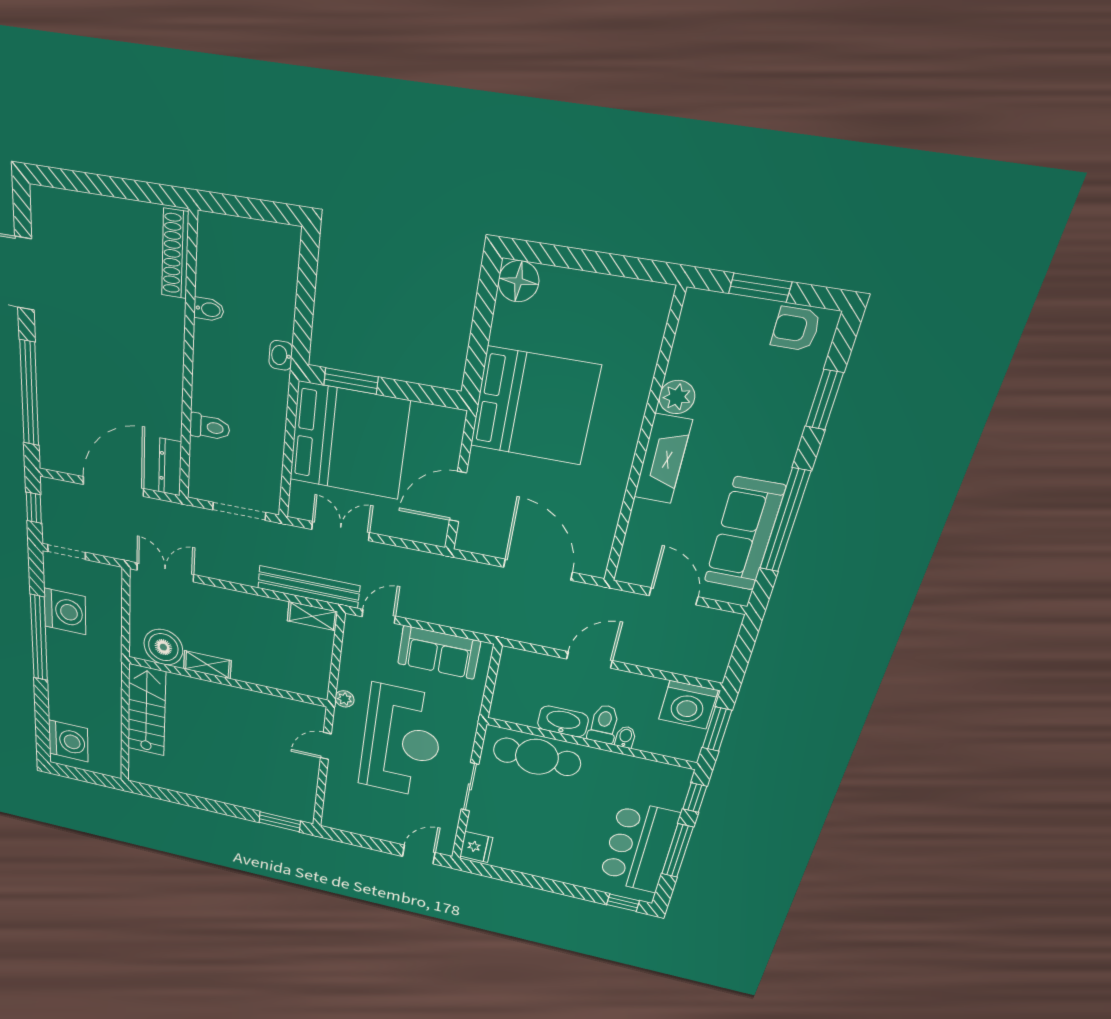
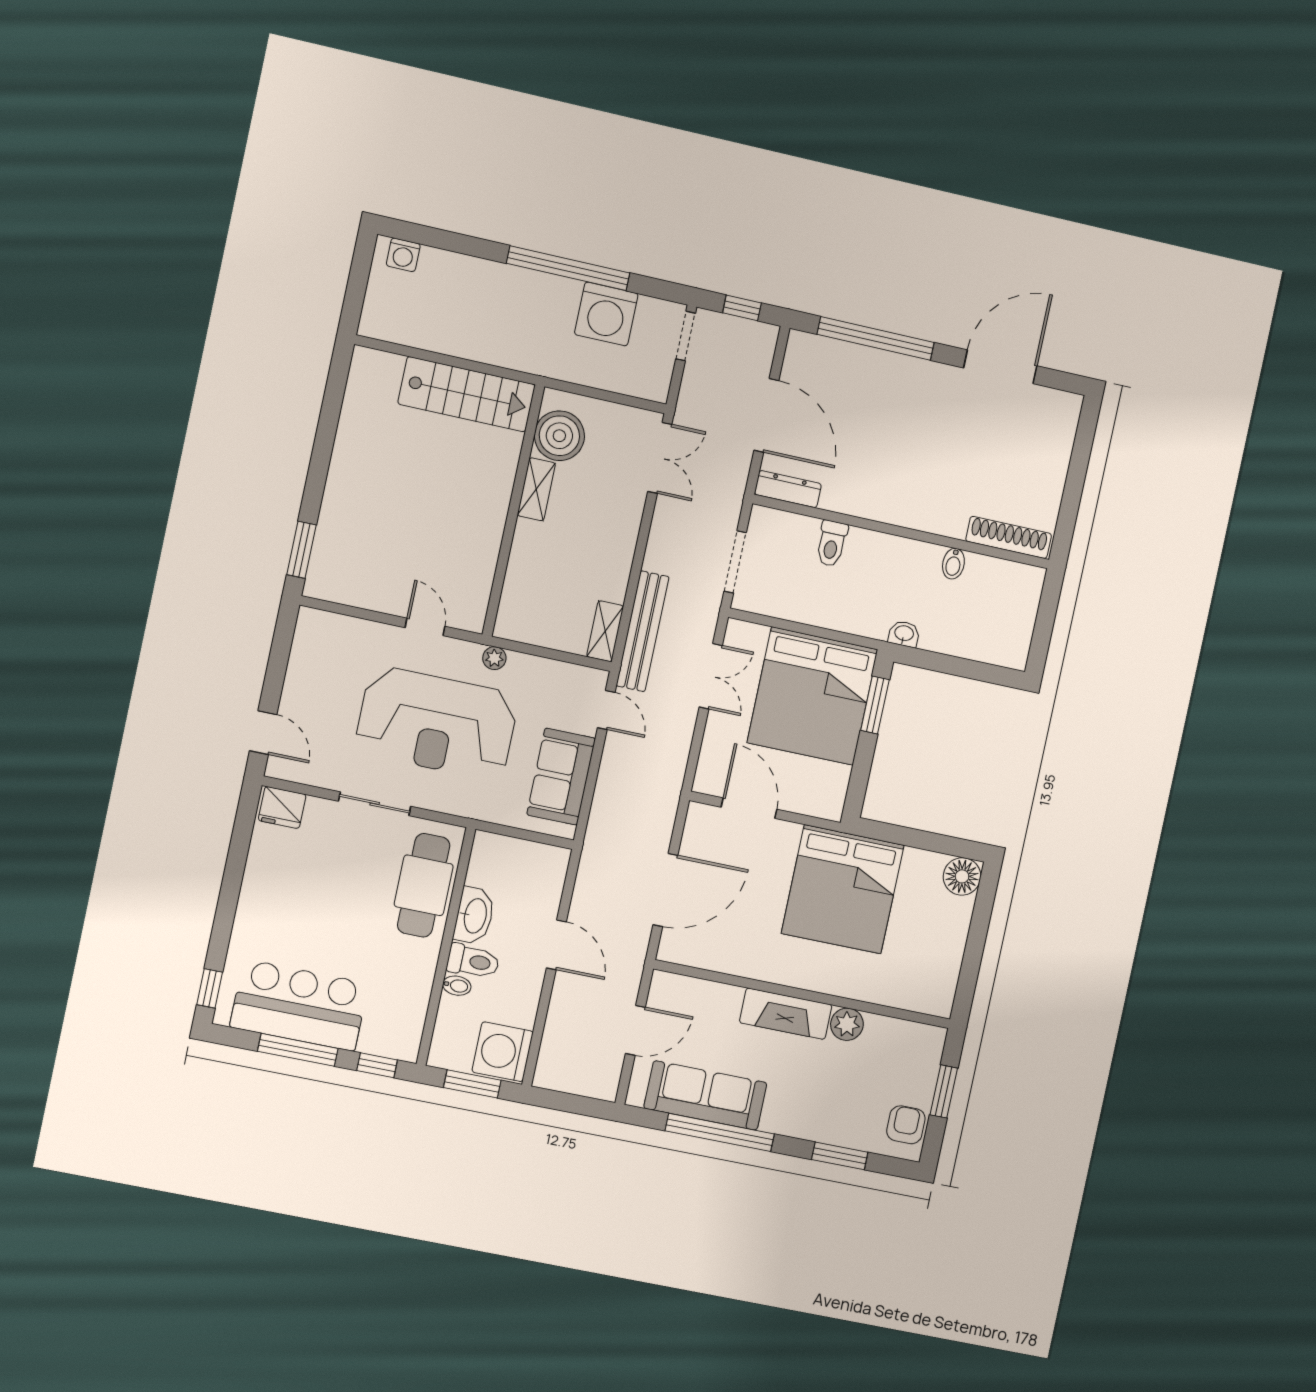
washing machine: (68, 741) -> (403, 255), width x0.53, depth x0.53

